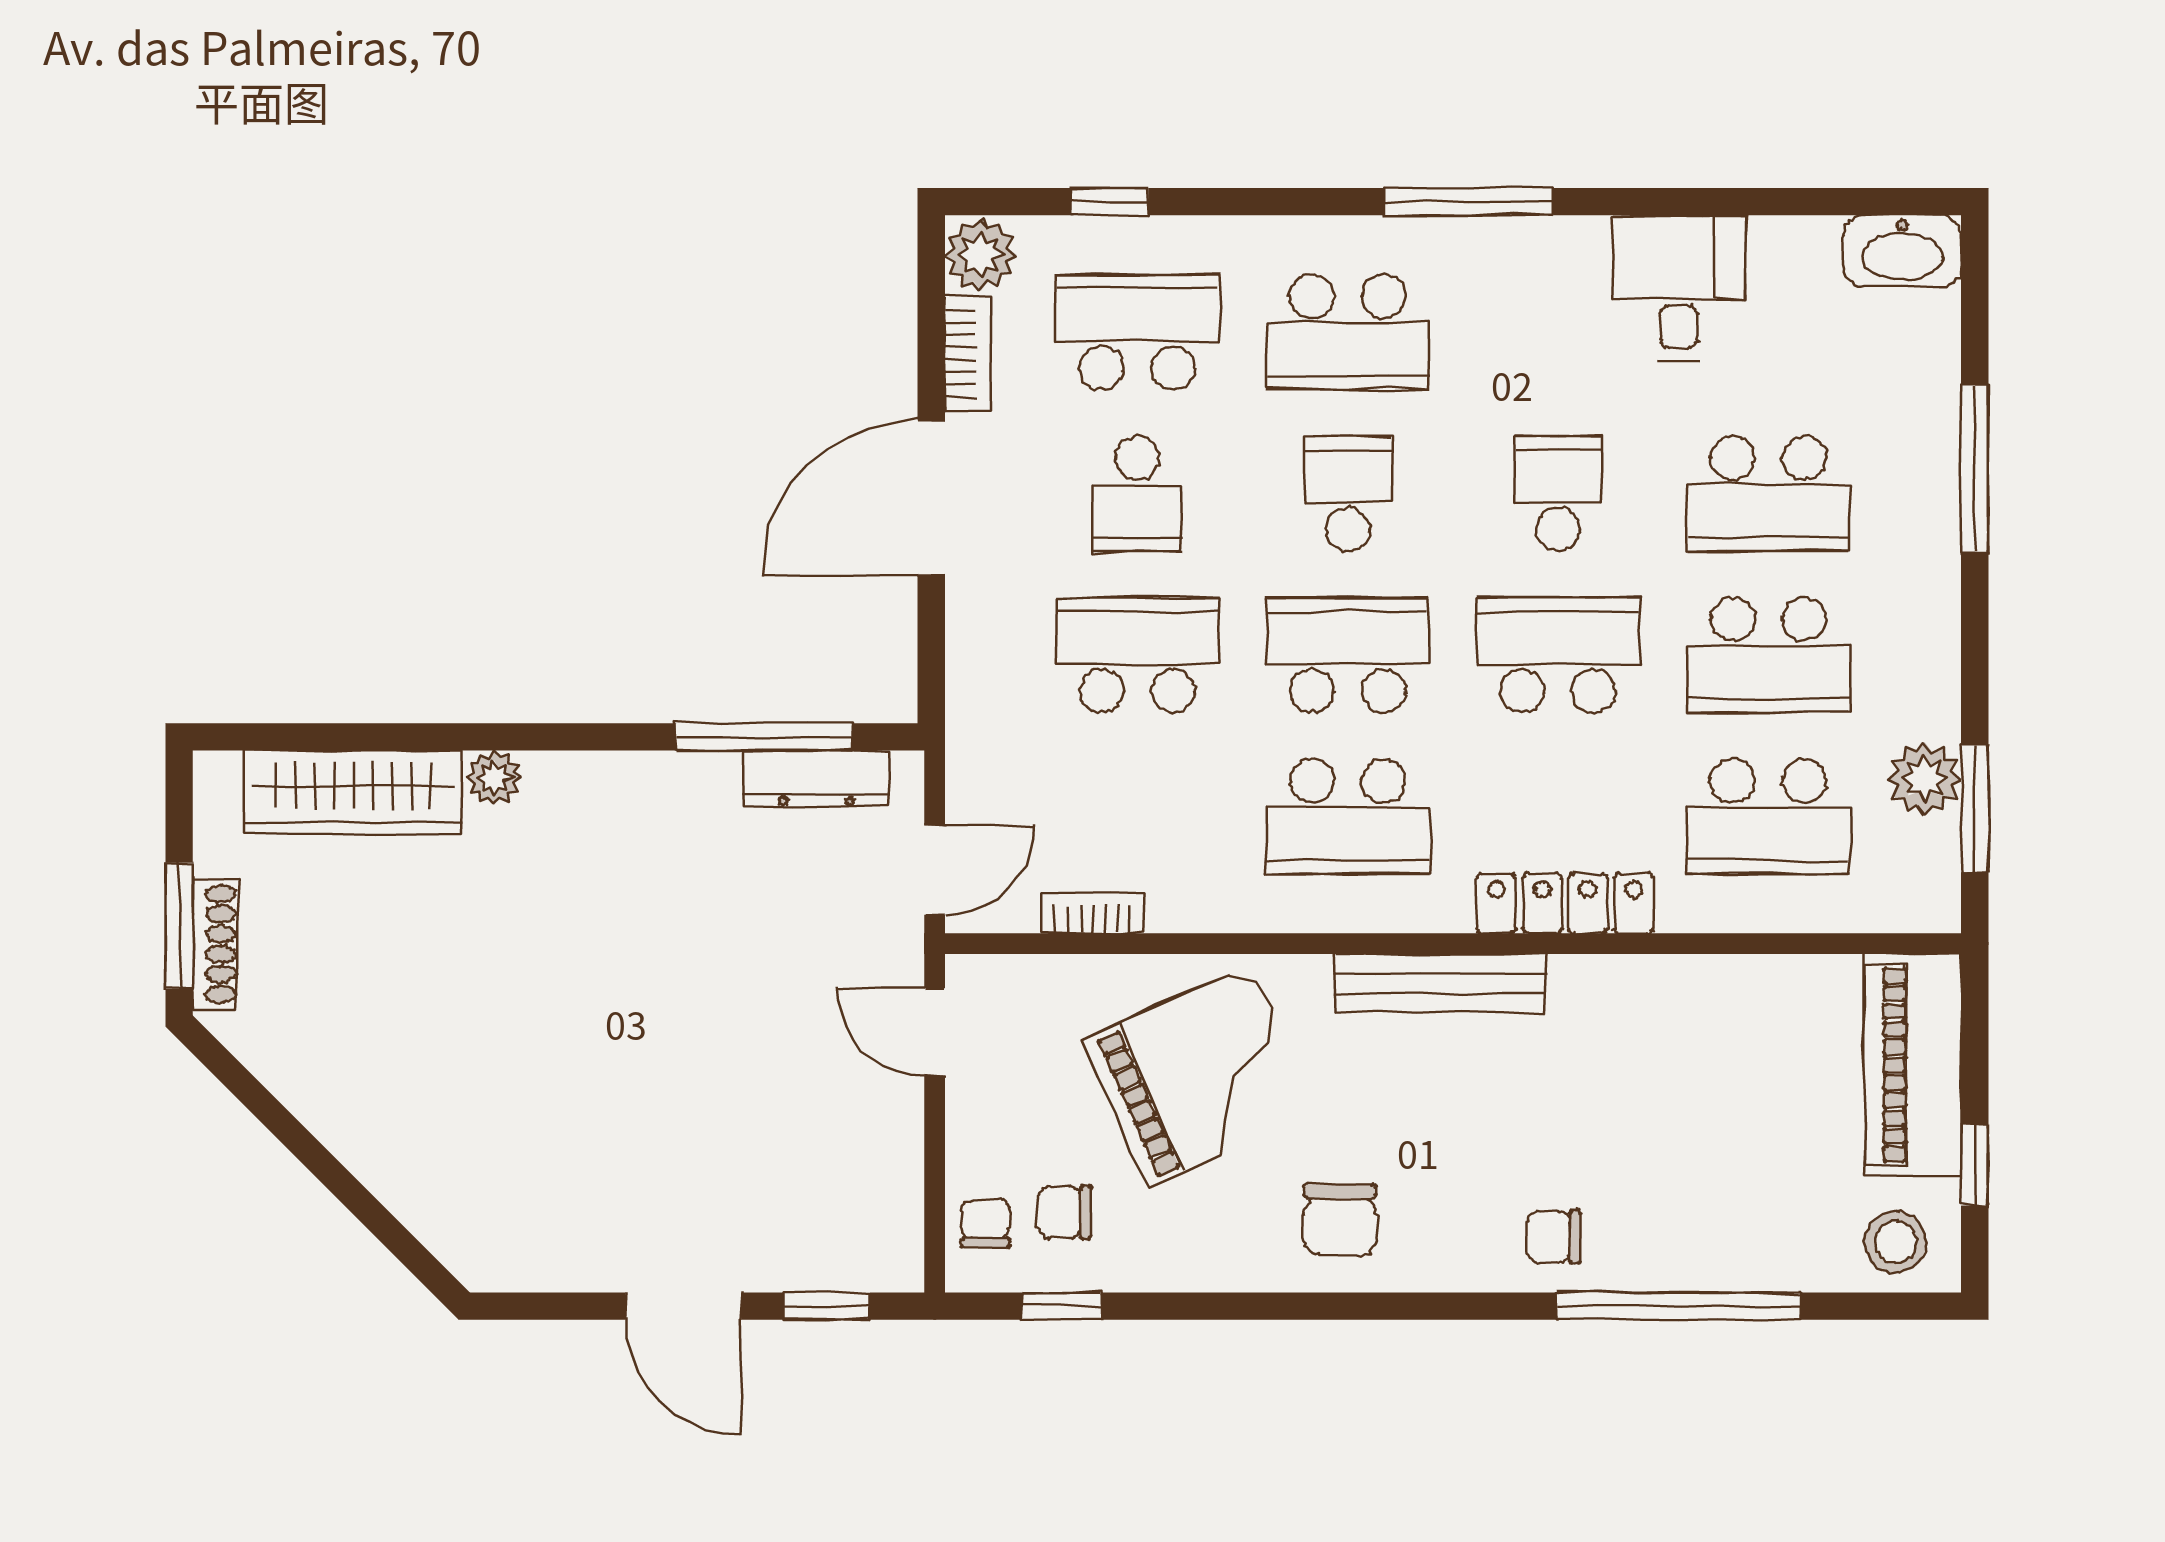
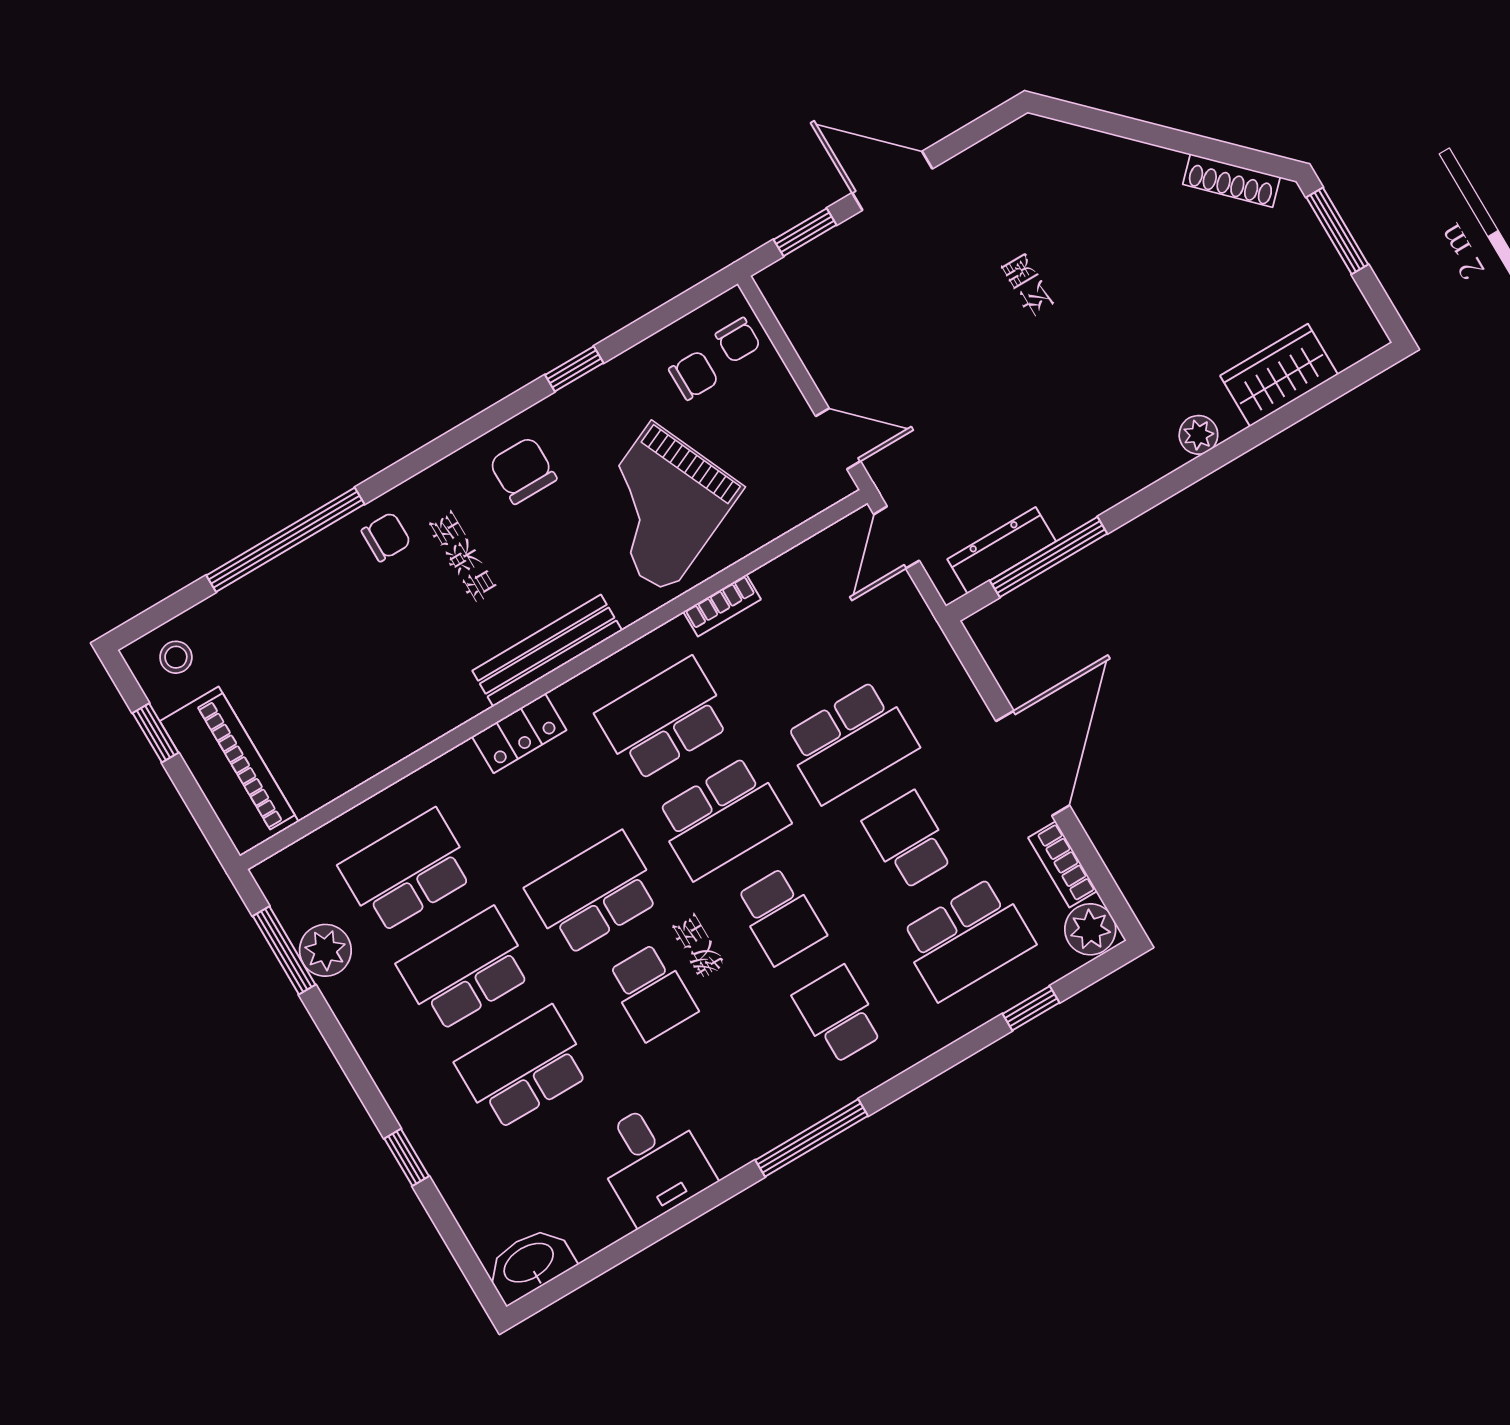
school desk: (1348, 332) -> (838, 1015), width x0.54
window: (1975, 469) -> (407, 1157), width x0.46
school desk: (1558, 655) -> (594, 894), turned 180
wardrobe: (353, 792) -> (1279, 375), width x0.67
locker: (1565, 903) -> (519, 733), width x0.66
bookcase: (1093, 913) -> (722, 605), moved
shoe rack: (215, 944) -> (1231, 181), moved, turned -45
stool: (1896, 1242) -> (176, 657), width x0.73, depth x0.73
window: (1062, 1306) -> (574, 369), moved

